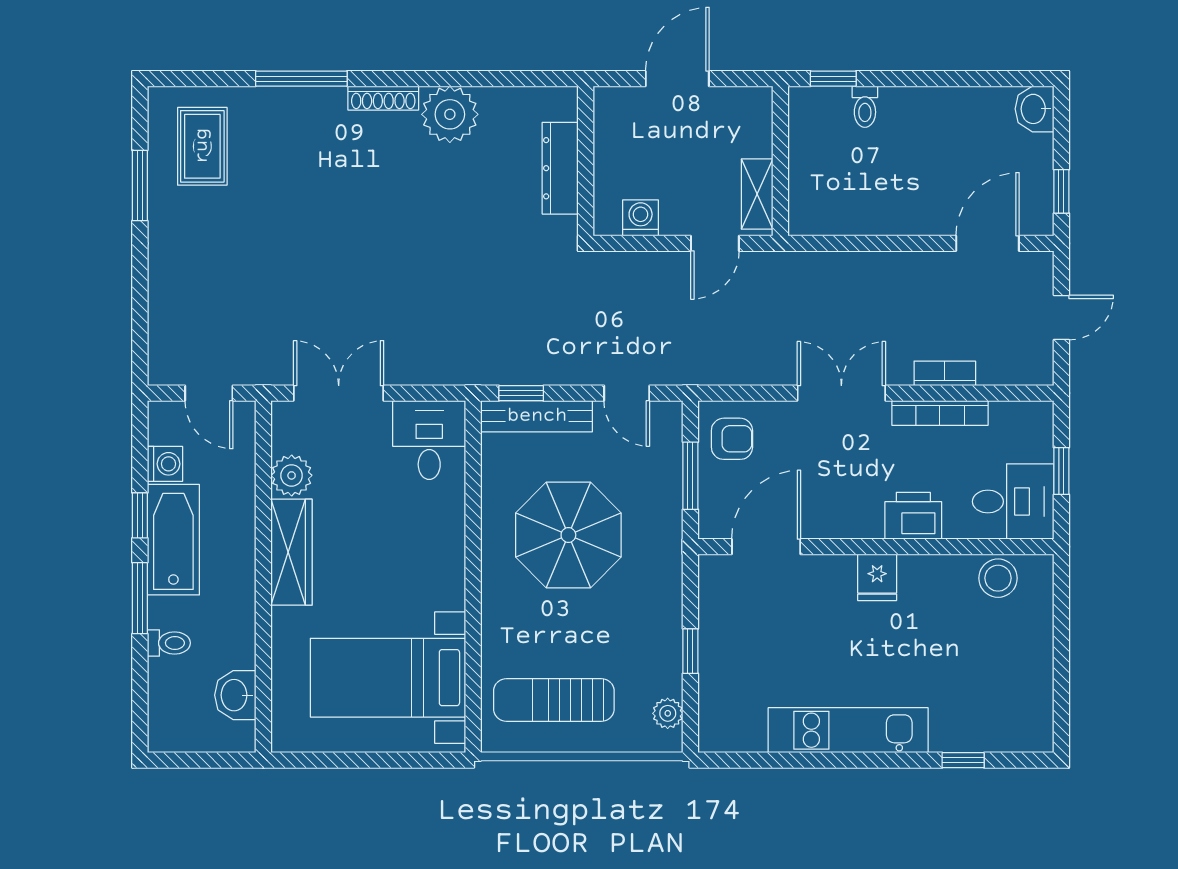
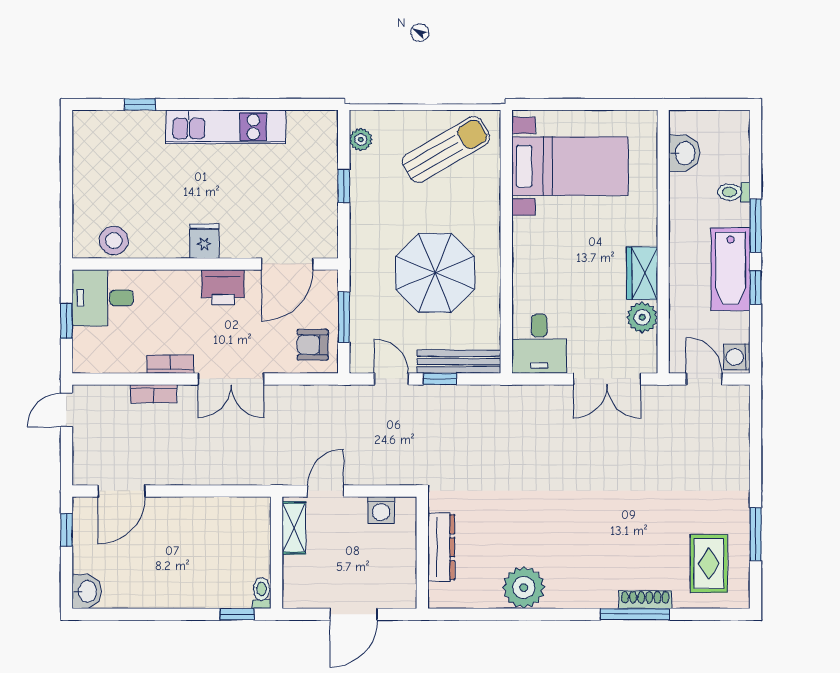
shoe rack: (383, 98) -> (645, 600), moved
toilet: (865, 107) -> (262, 593), moved
door: (1061, 318) -> (66, 410), moved
window: (521, 393) -> (440, 379), moved
bookcase: (940, 413) -> (170, 364), width x0.64
washing machine: (165, 464) -> (737, 357), moved
printer: (913, 516) -> (223, 287), moved
wardrobe: (291, 552) -> (642, 273), width x0.67
sun lounger: (554, 700) -> (446, 149), turned -30

